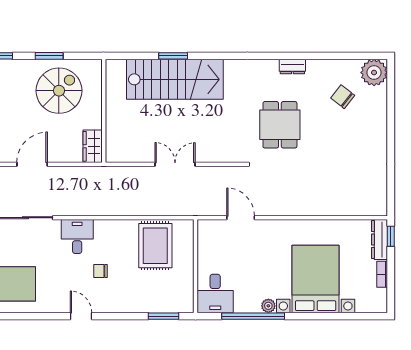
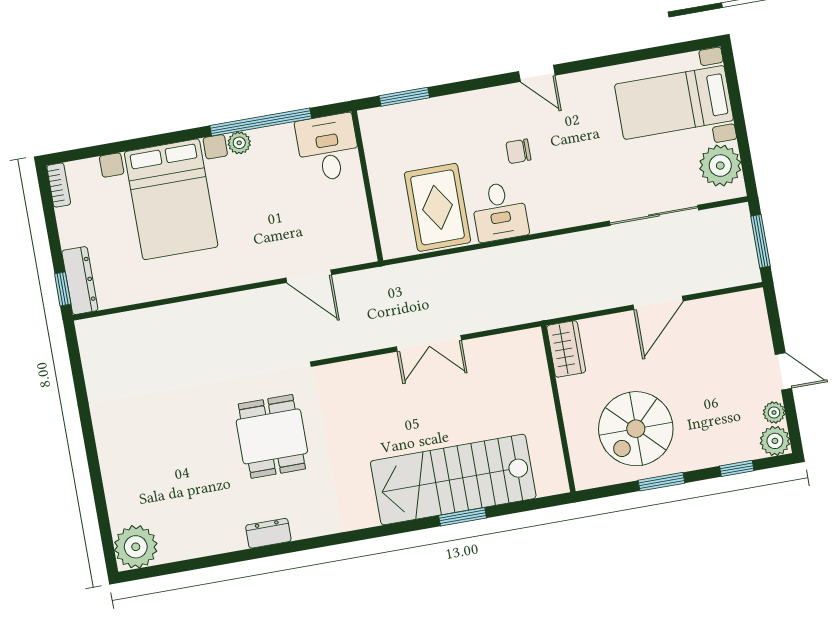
chair: (343, 97) -> (179, 499), removed
desk: (77, 236) -> (500, 212), moved
chair: (100, 271) -> (518, 151), turned 180
bookcase: (382, 274) -> (59, 185), moved

